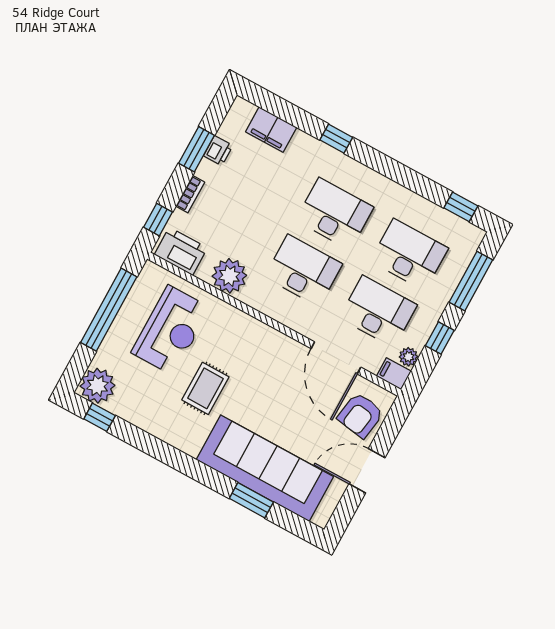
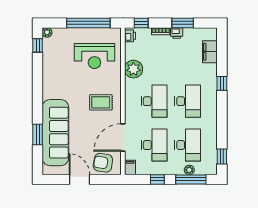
printer: (218, 151) -> (177, 33), moved
printer: (181, 251) -> (130, 36), width x0.53, depth x0.68
plant: (408, 357) -> (189, 170), moved
plant: (97, 386) -> (47, 32), width x0.53, depth x0.53
rug: (205, 388) -> (101, 102), moved

